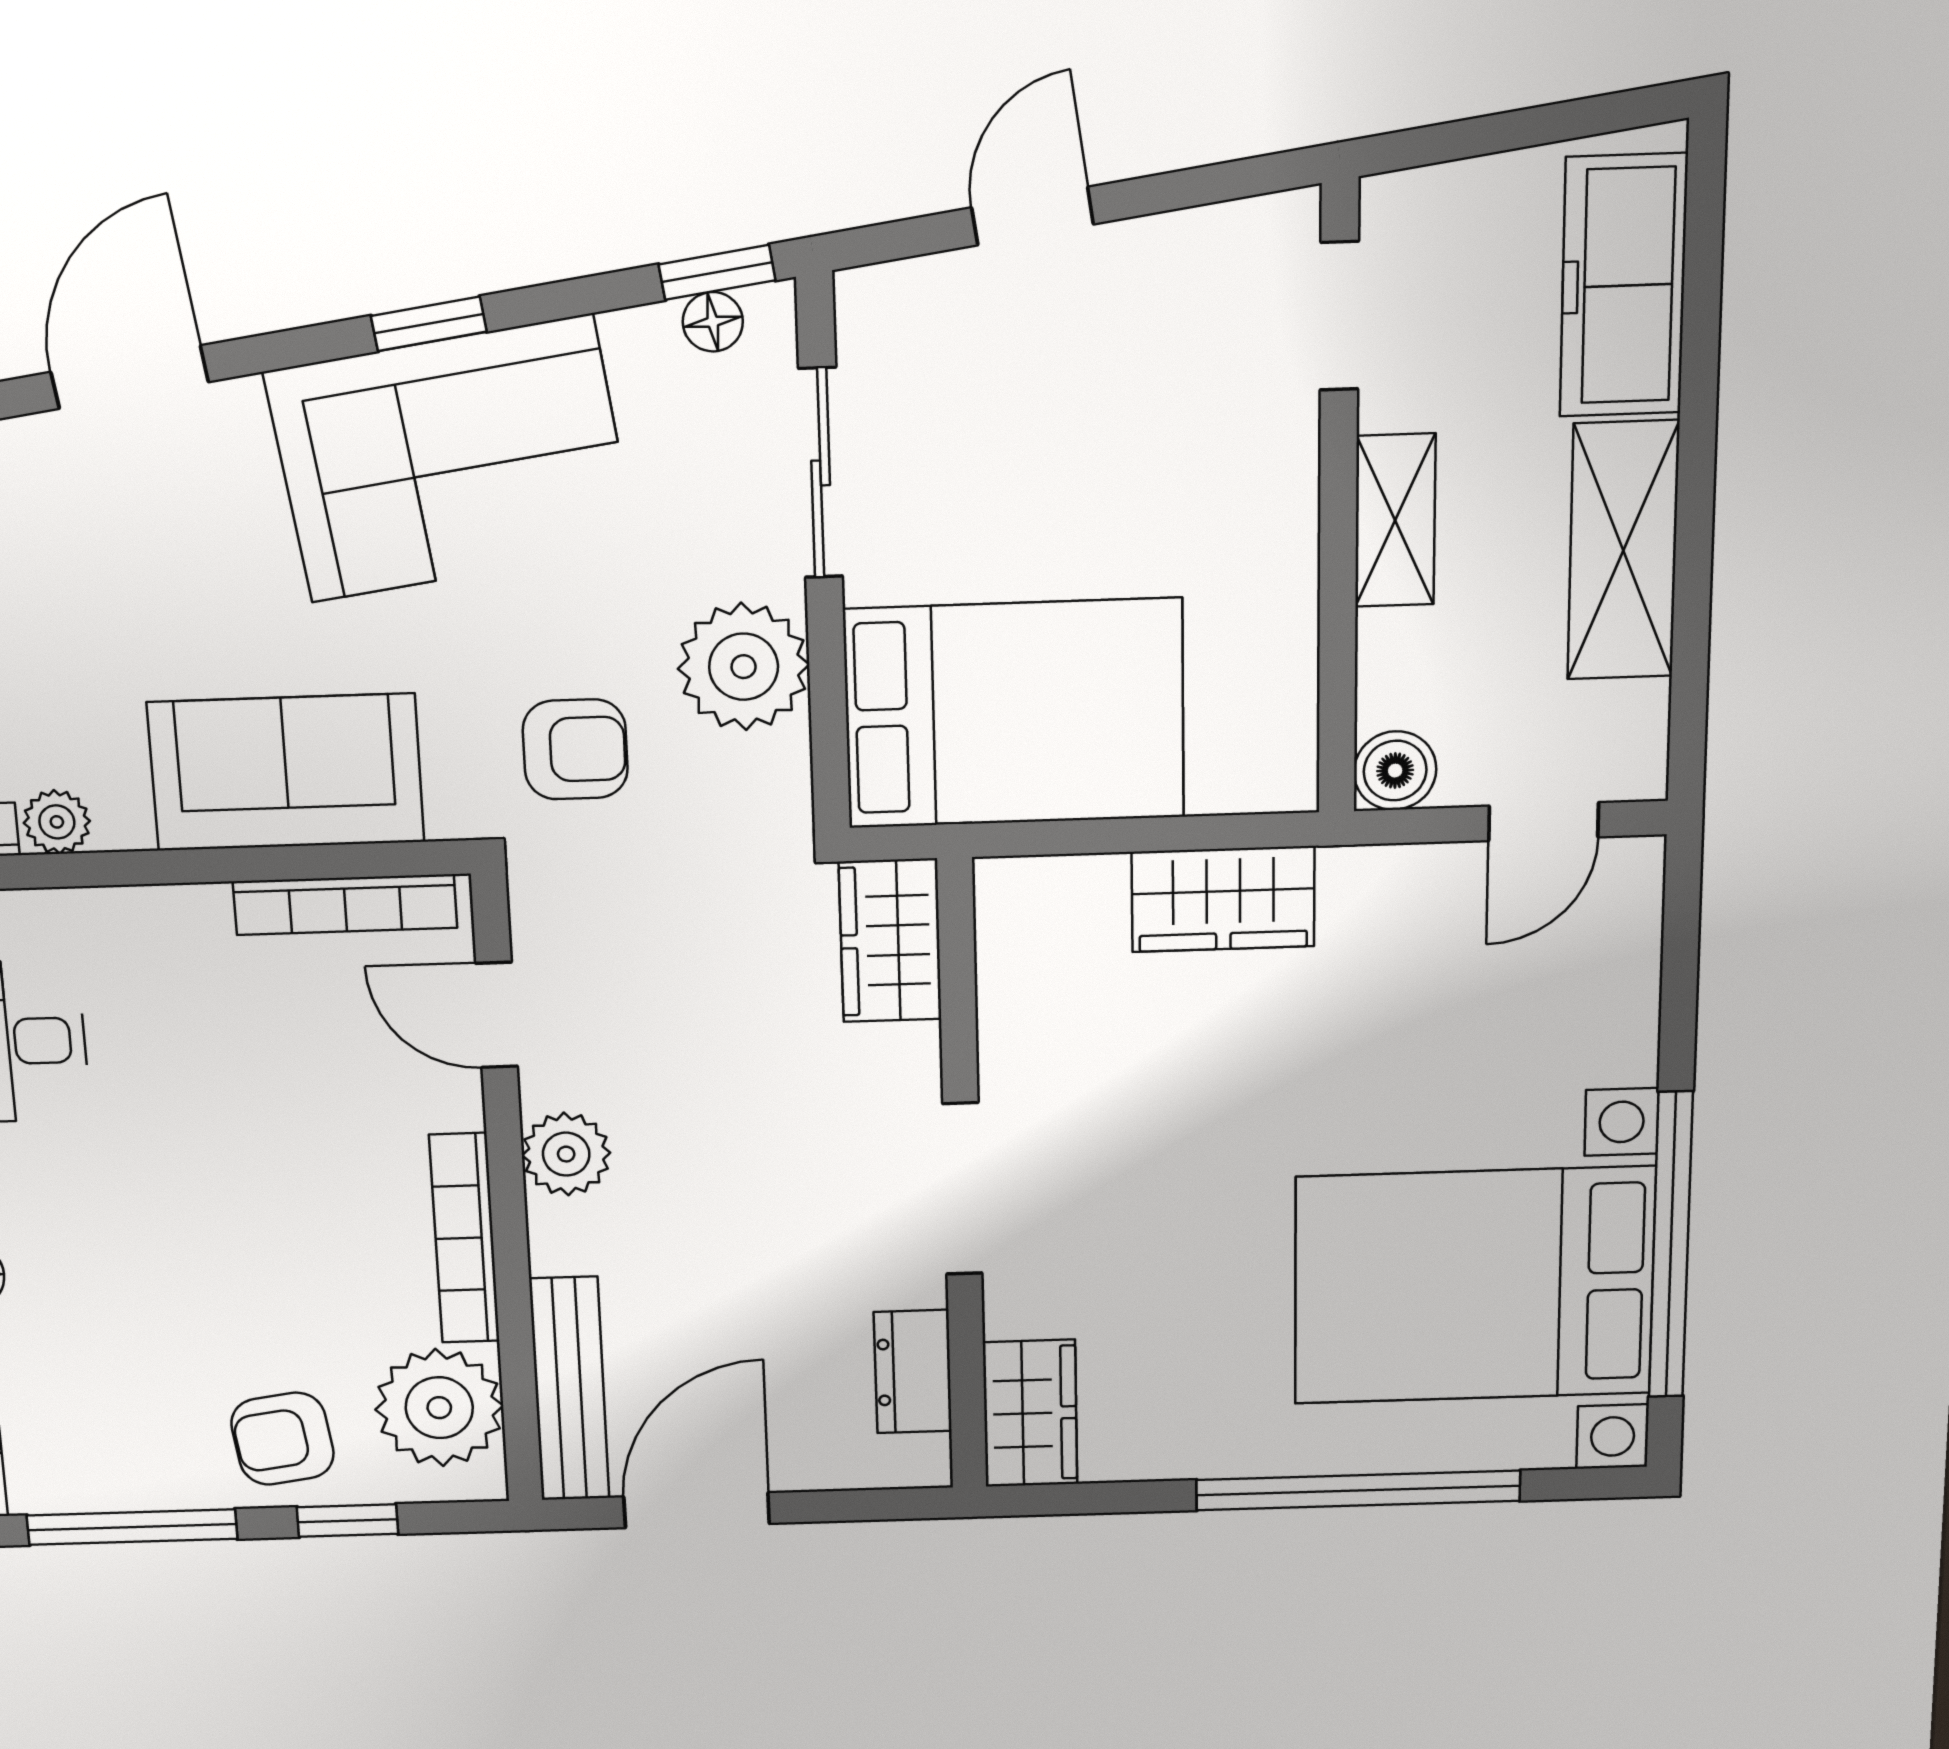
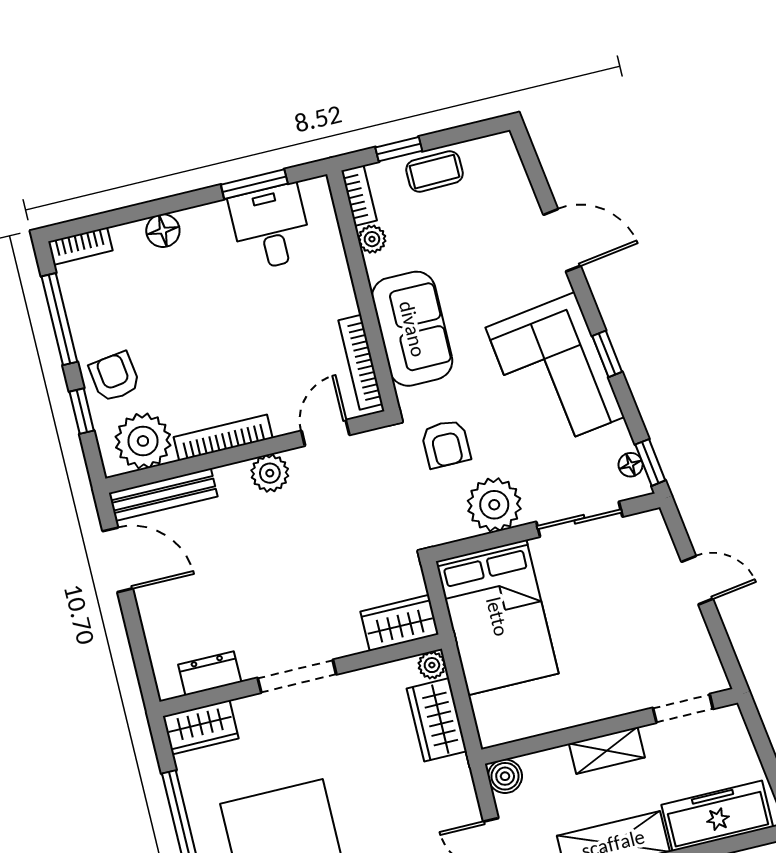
plant: (1092, 885) -> (432, 665), added
wardrobe: (890, 941) -> (399, 623), moved
wall: (962, 1180) -> (301, 675), moved
doorway: (962, 1189) -> (297, 676), moved
dresser: (913, 1372) -> (210, 673), moved
wardrobe: (1030, 1413) -> (201, 727), moved

